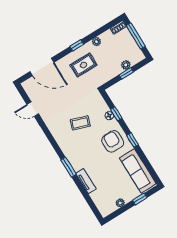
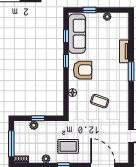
window: (116, 114) -> (66, 36), moved
armchair: (113, 141) -> (83, 70), turned -90

